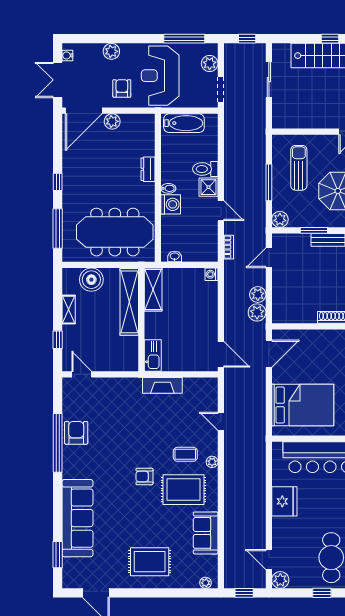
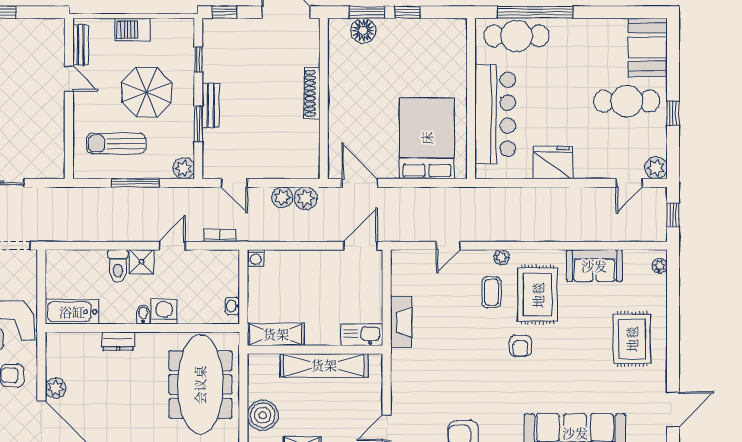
bathtub: (184, 123) -> (72, 312), moved, turned -90
shelving: (129, 302) -> (324, 365), moved

